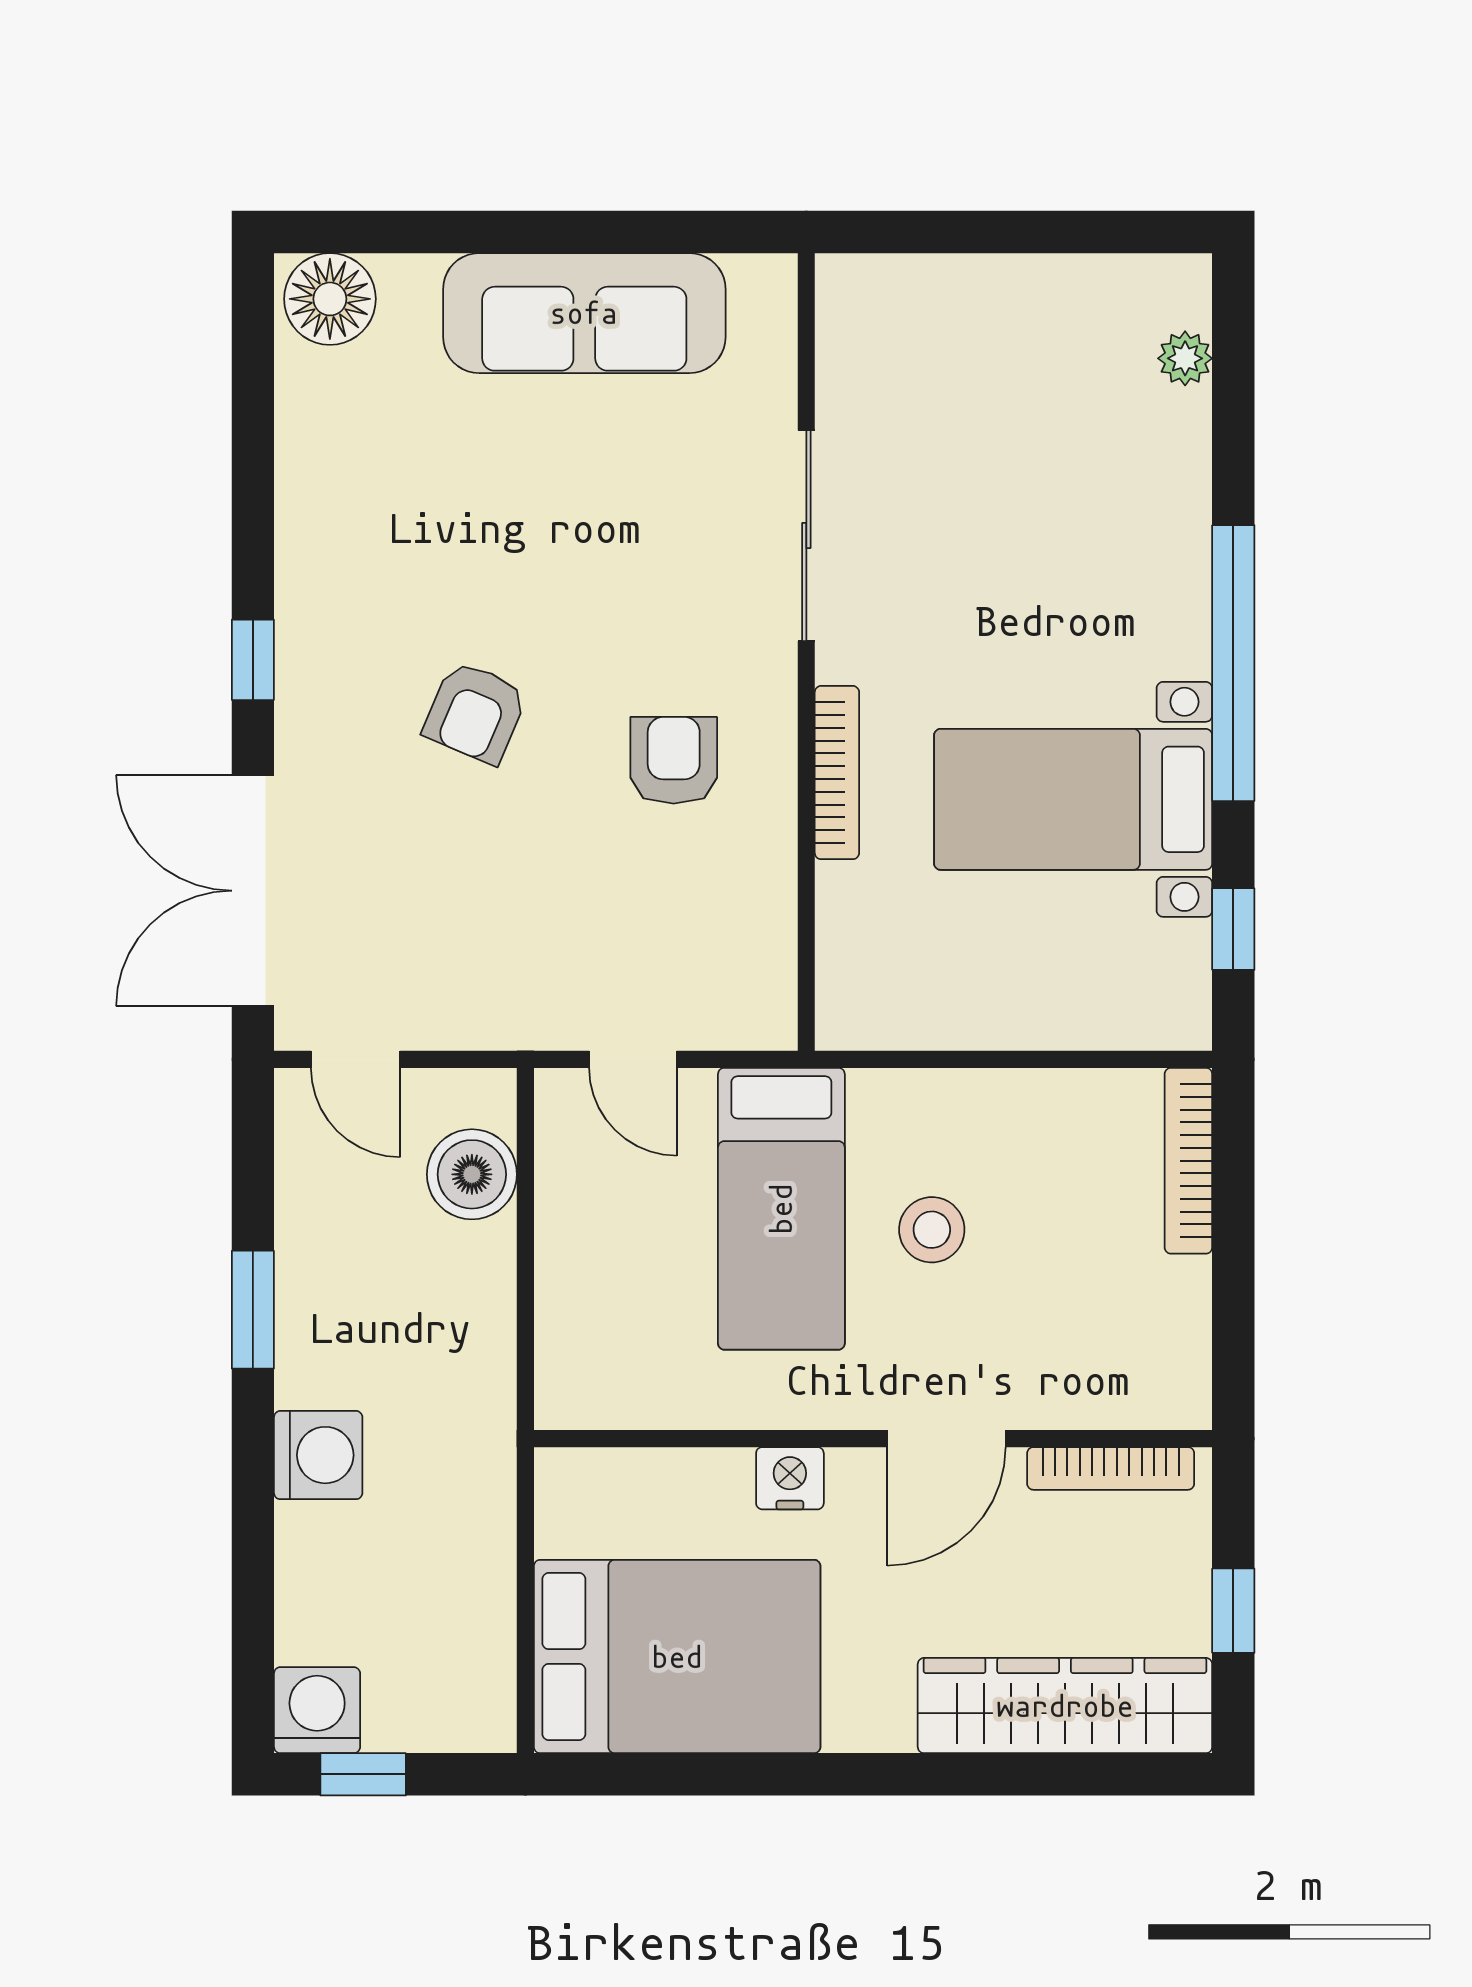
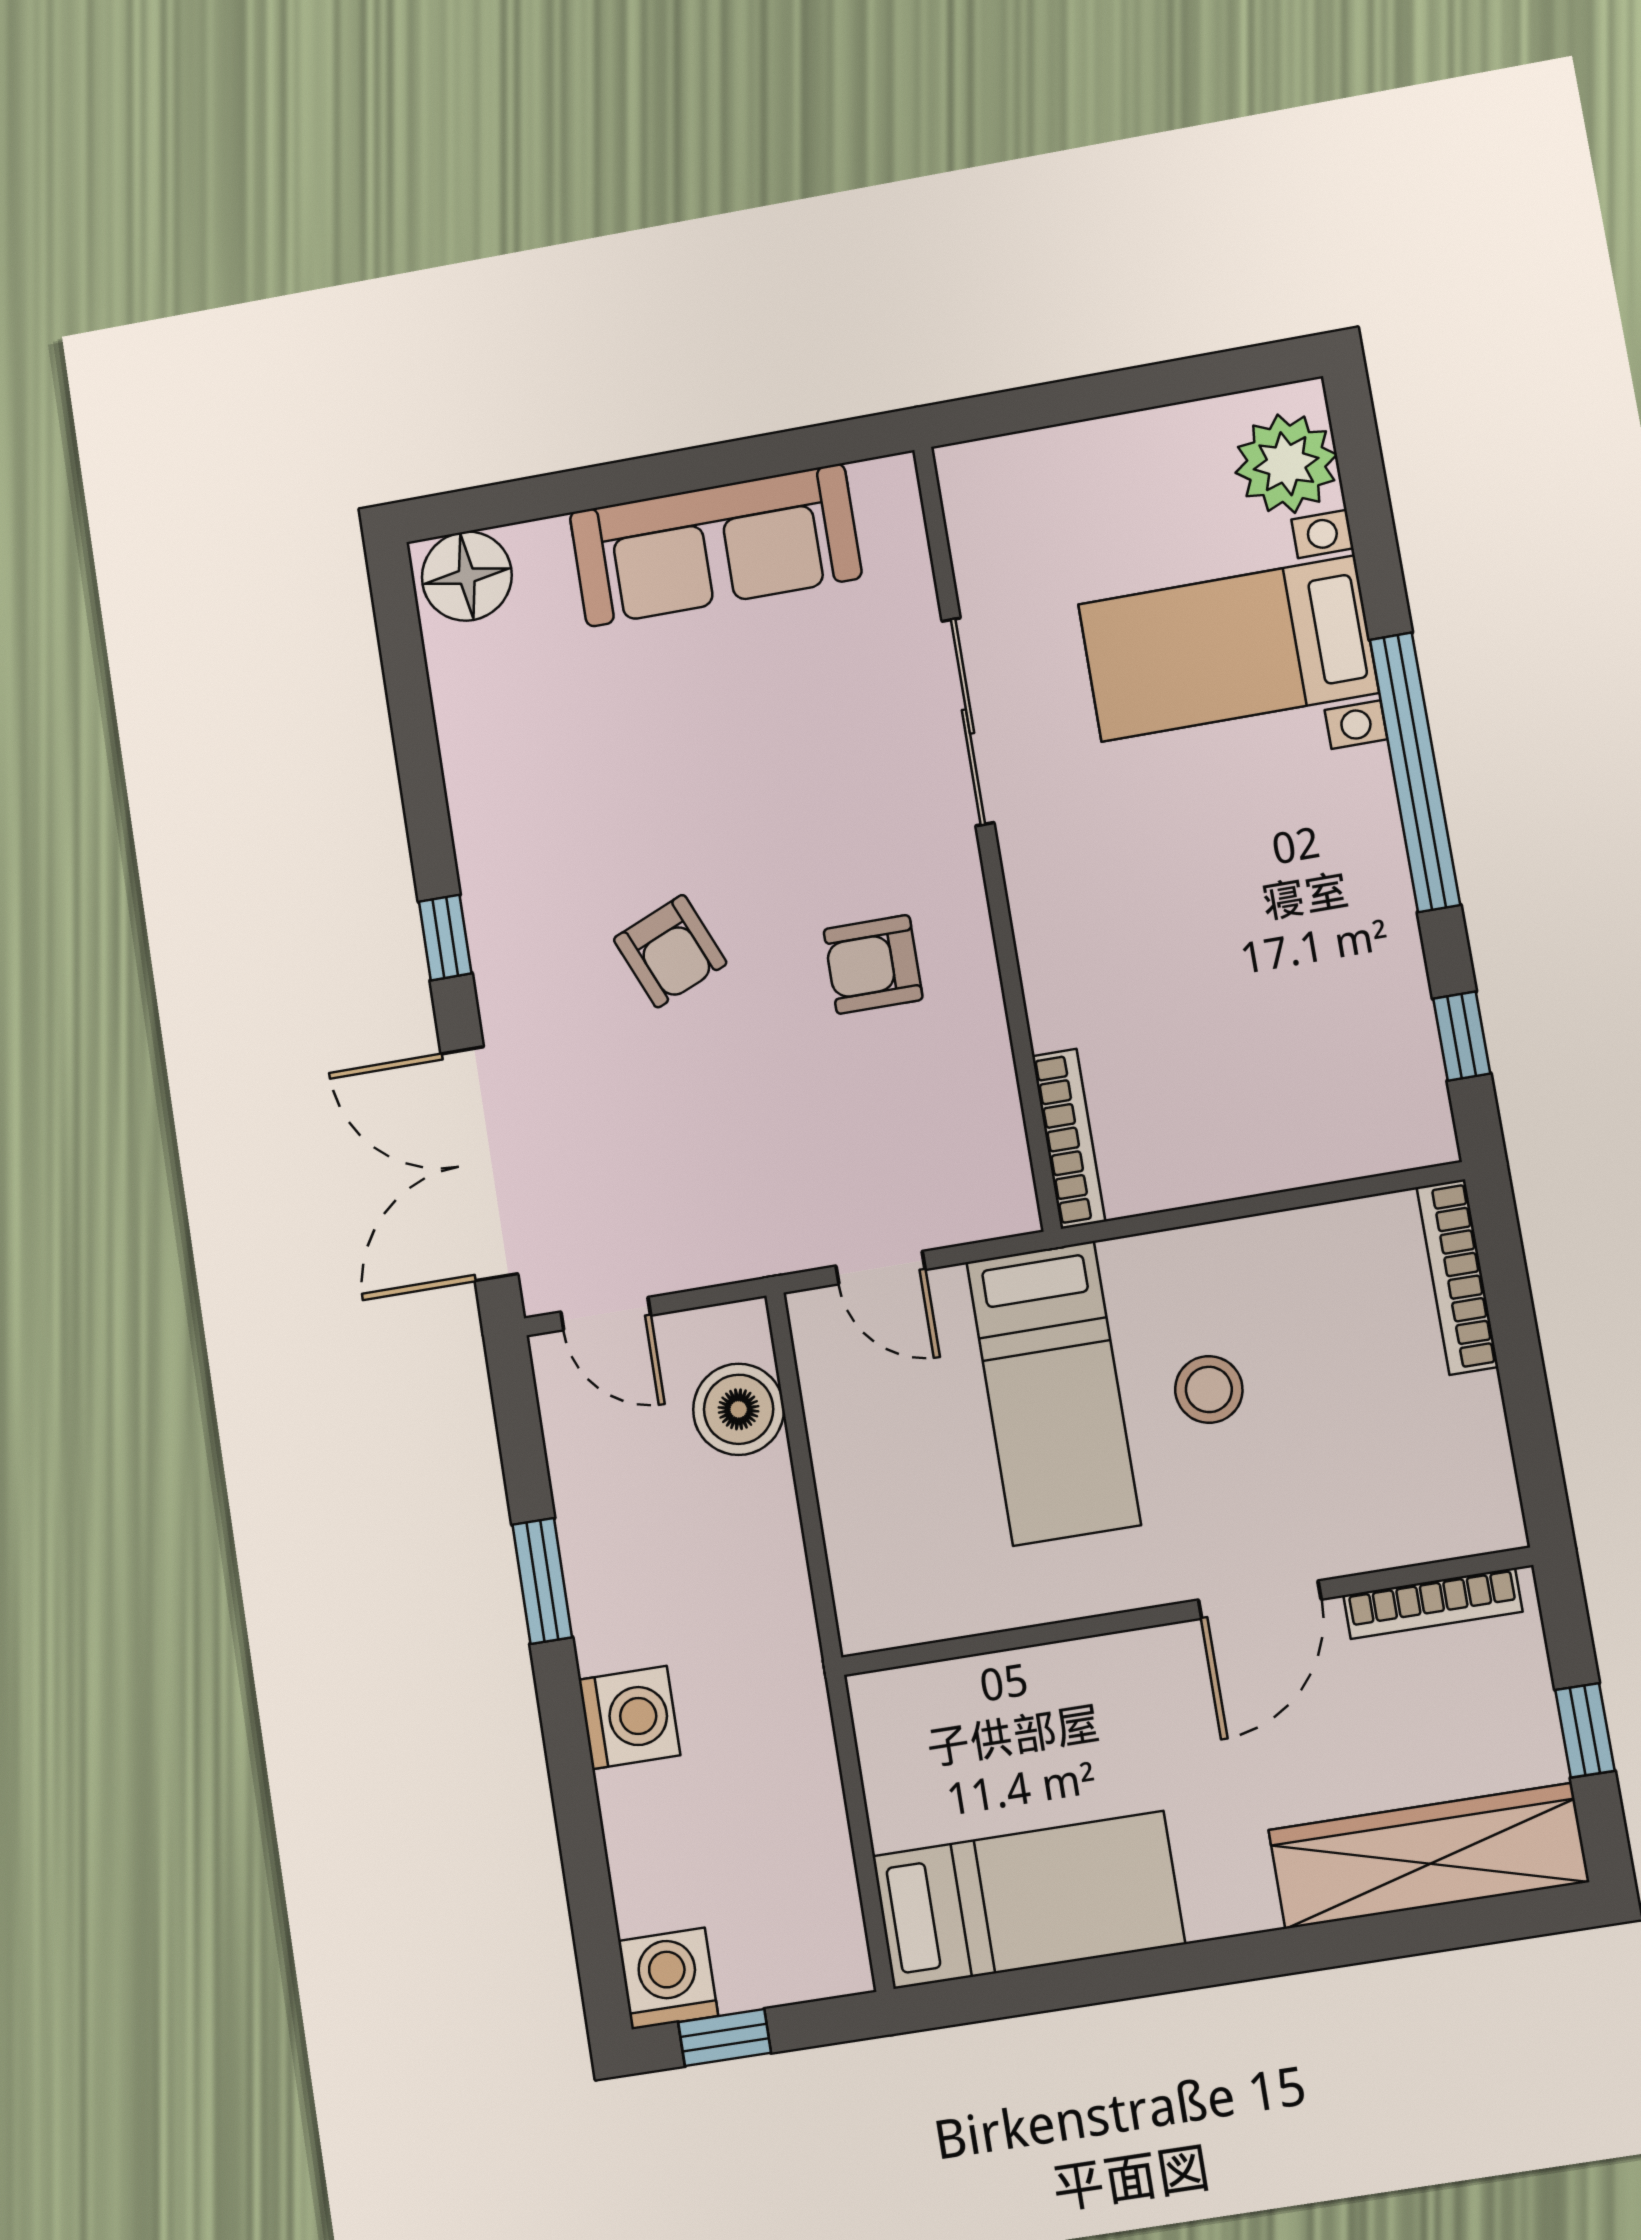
plant: (1185, 358) -> (1286, 464), width x1.87, depth x1.87
armchair: (475, 712) -> (670, 951), turned -46
armchair: (674, 760) -> (873, 964), turned -90
bookcase: (837, 773) -> (1069, 1139), moved
bed with nightstands: (1073, 799) -> (1228, 649), moved
nightstand: (790, 1478) -> (1107, 1666), removed
bed: (677, 1657) -> (1028, 1900), width x0.67

